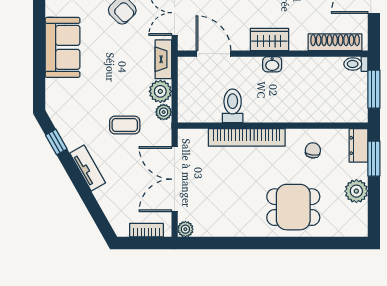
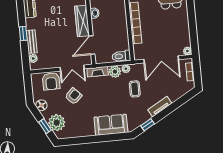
wardrobe: (269, 39) -> (82, 21), width x1.50
sofa: (63, 47) -> (111, 125), moved
toilet: (233, 106) -> (121, 56), moved

